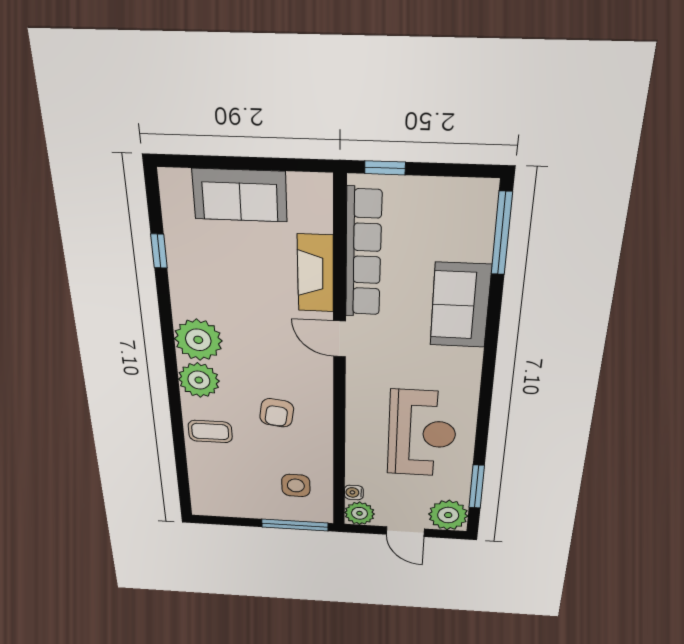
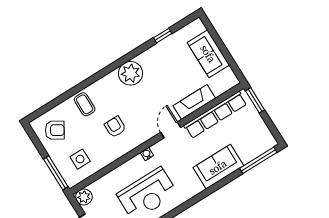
window: (385, 168) -> (255, 100), width x1.50
plant: (199, 380) -> (110, 85), removed
armchair: (277, 413) -> (115, 127), turned 82
armchair: (226, 491) -> (55, 130), added
water cooler: (354, 492) -> (147, 154), moved

